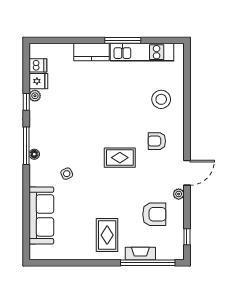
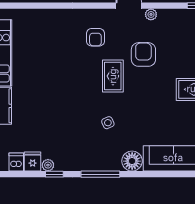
stool: (161, 99) -> (52, 33), removed
floor lamp: (34, 154) -> (132, 161), moved, width x1.89, depth x1.89
side table: (67, 174) -> (108, 123), moved
armchair: (154, 214) -> (143, 54), moved

